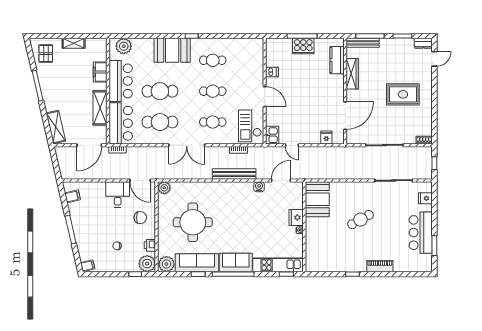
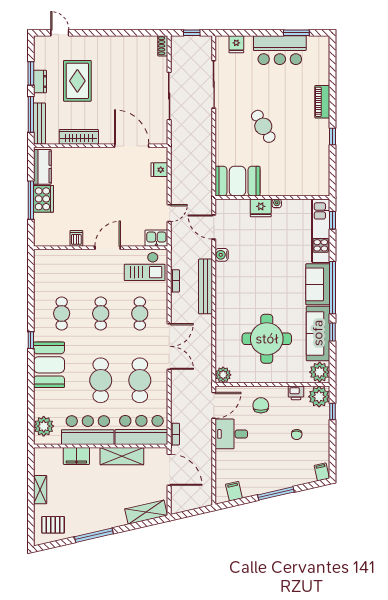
dresser: (423, 43) -> (40, 81), moved
kitchen counter: (337, 60) -> (42, 167), moved, turned -90
rug: (403, 94) -> (77, 81), moved

